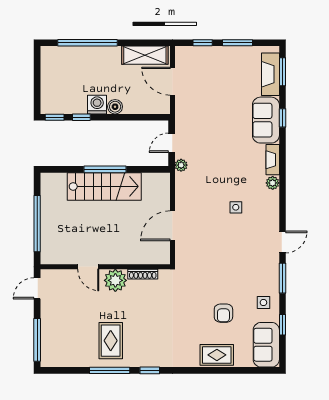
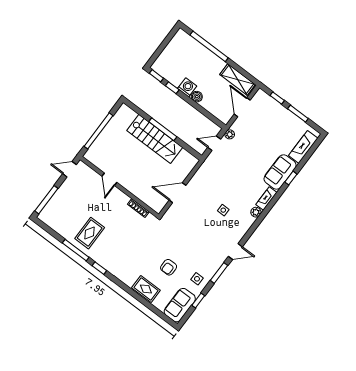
window: (282, 72) -> (312, 151), removed
plant: (181, 165) -> (230, 134), moved
plant: (115, 280) -> (119, 199), removed

